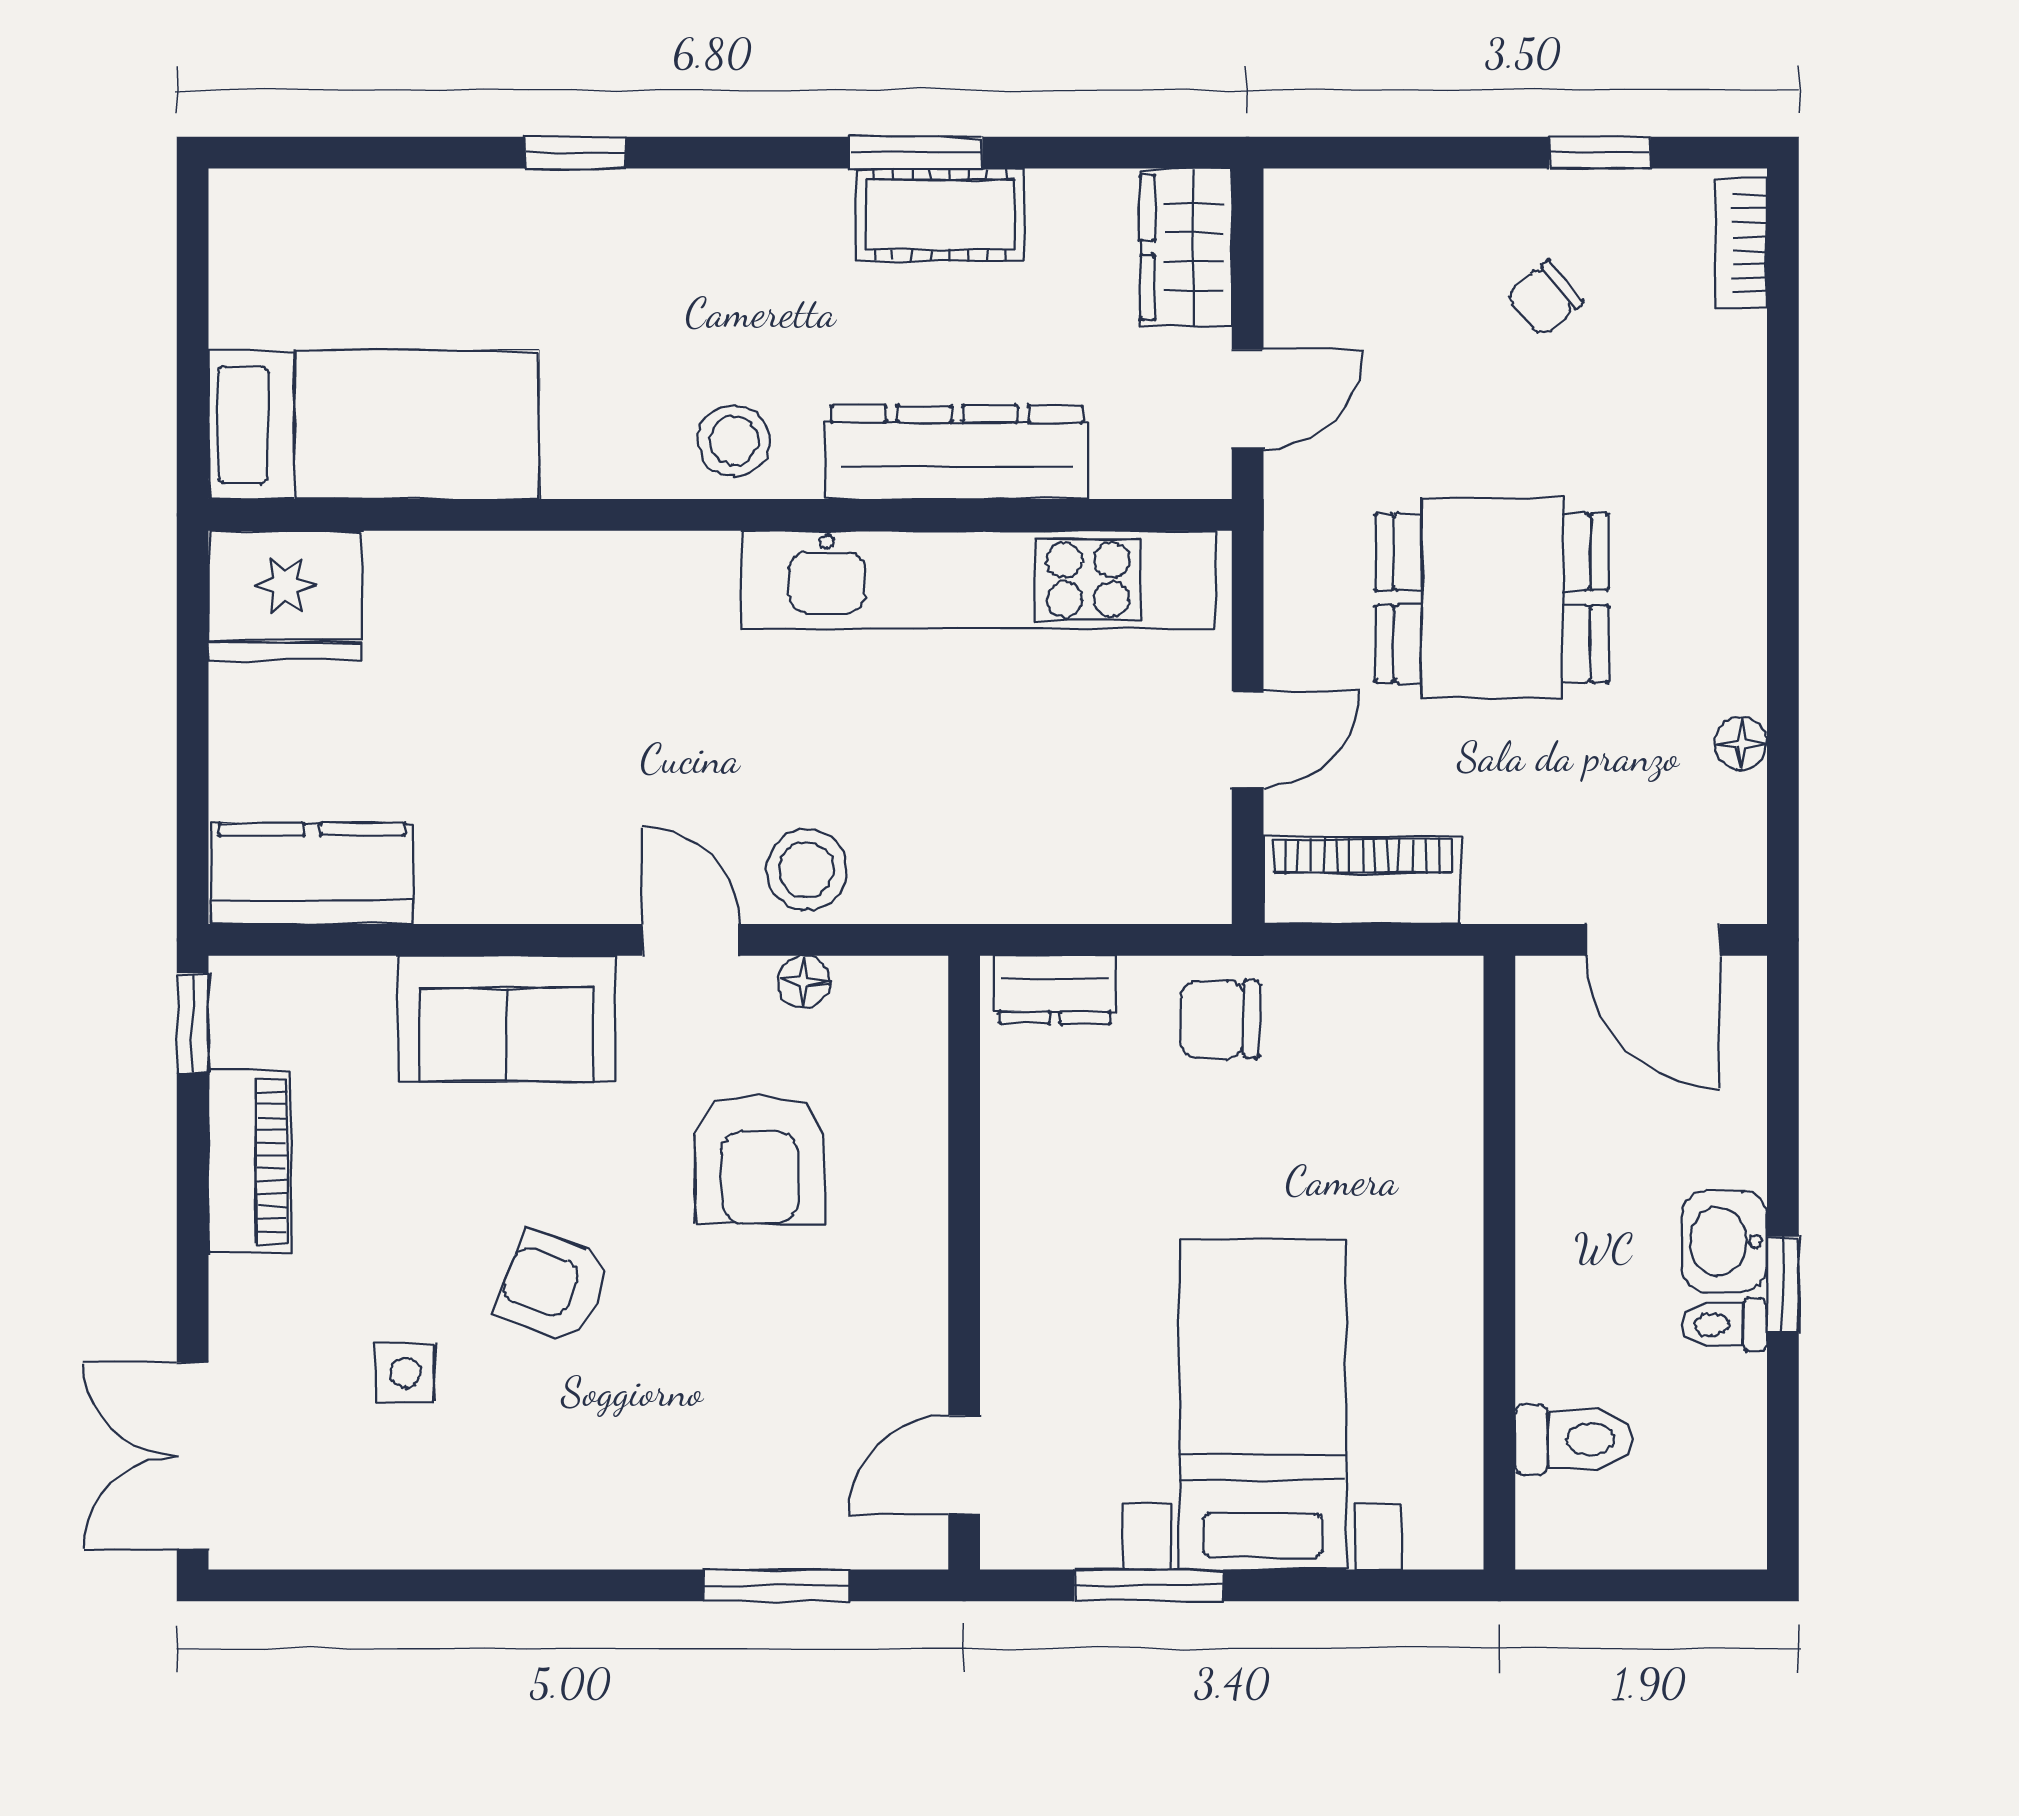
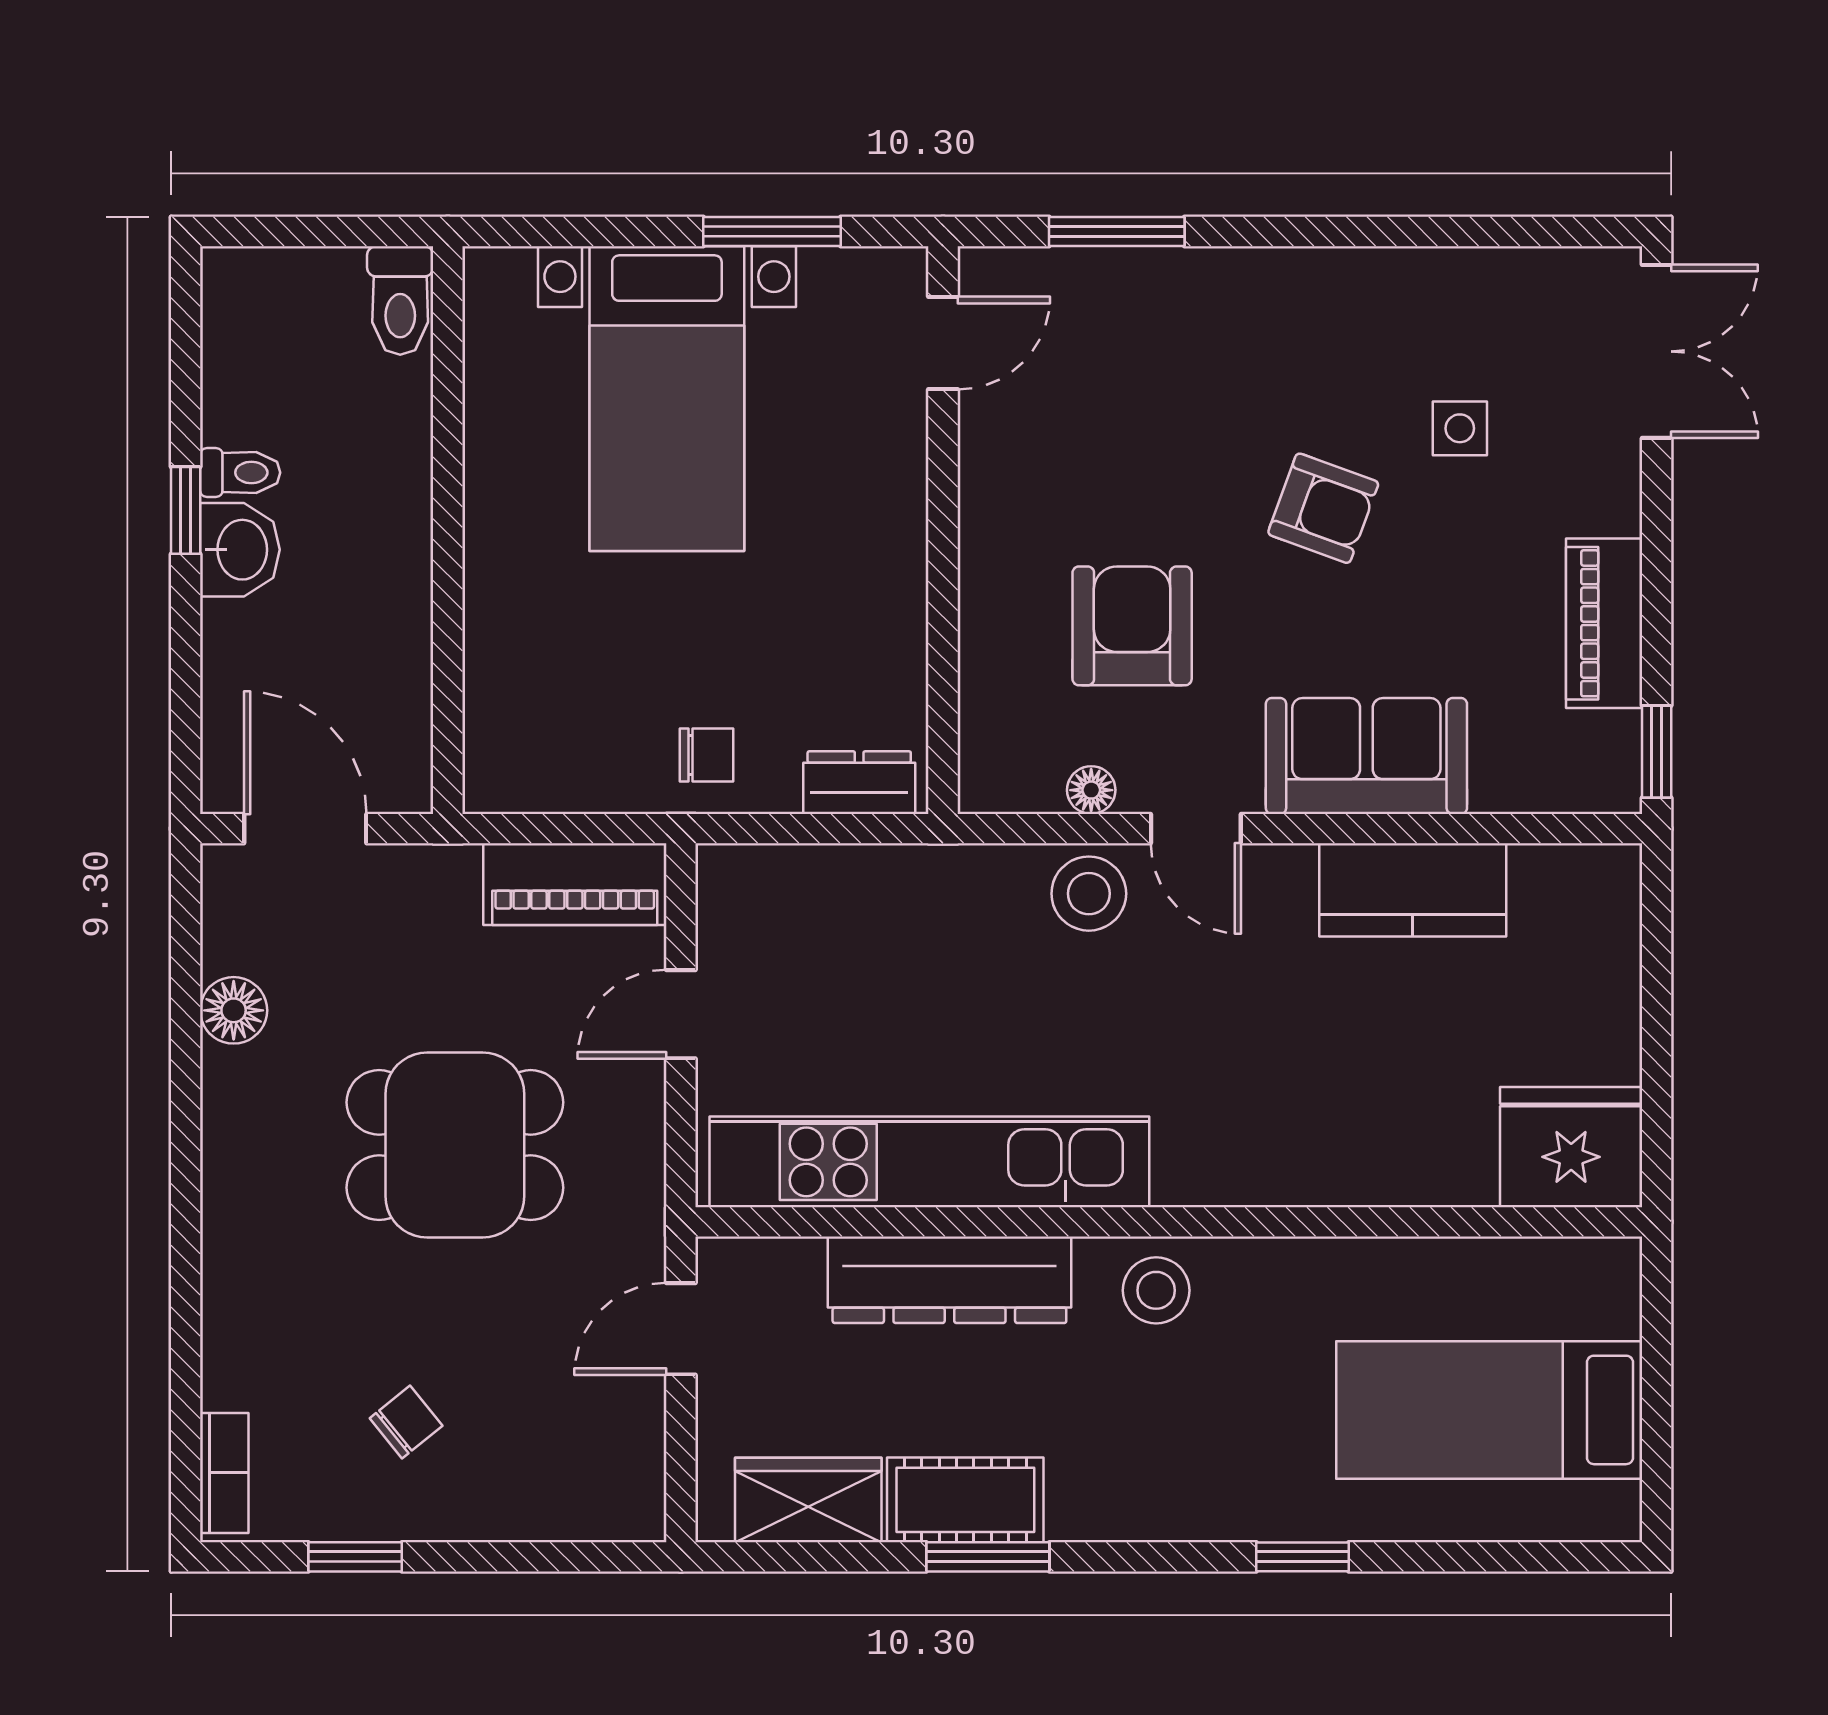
wardrobe: (1186, 247) -> (808, 1500), moved, turned -90
bed: (374, 425) -> (1489, 1410), moved
floor lamp: (1741, 743) -> (234, 1010), width x1.37, depth x1.37
kitchen counter: (312, 874) -> (1413, 890), moved
chair: (1220, 1020) -> (706, 755), width x0.73, depth x0.73
toilet: (1574, 1439) -> (400, 300), moved, turned -90

